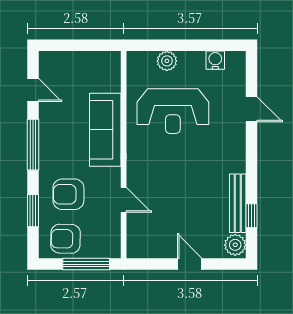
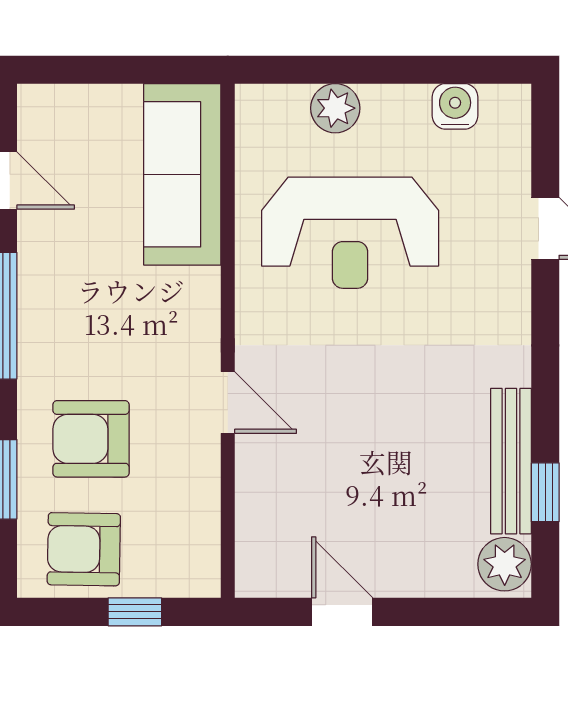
sofa: (105, 130) -> (182, 174), moved
door: (124, 200) -> (228, 402), moved
window: (86, 264) -> (135, 612), width x0.46
door: (190, 264) -> (342, 612), moved

